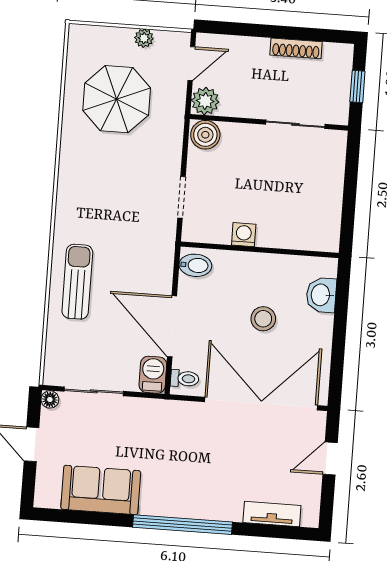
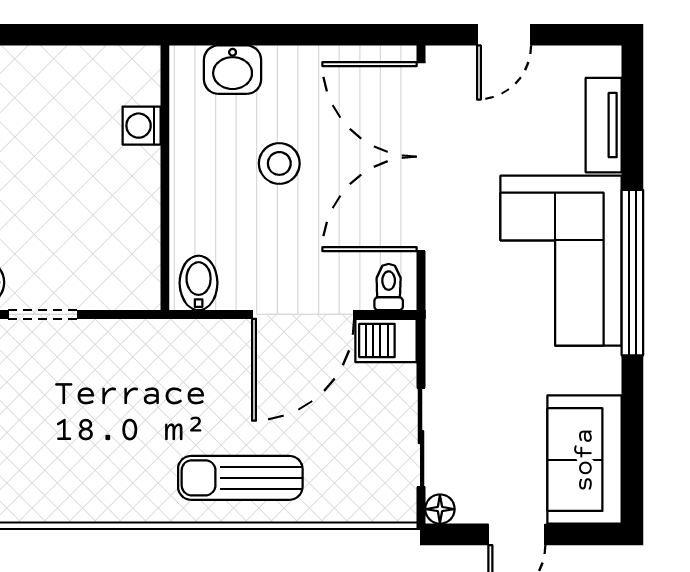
doorway: (181, 197) -> (43, 314), moved
washing machine: (244, 235) -> (142, 126), moved
door: (330, 459) -> (504, 35), hinge flipped
corner sofa: (193, 483) -> (561, 261), added
sofa: (101, 490) -> (585, 460), moved

